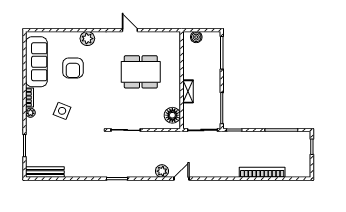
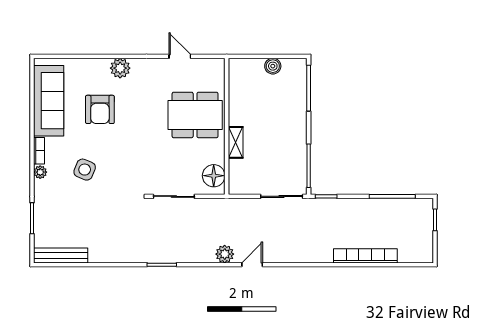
wall: (182, 80) -> (227, 126), moved
shelving: (188, 91) -> (236, 142), moved
floor lamp: (172, 115) -> (214, 176), moved

